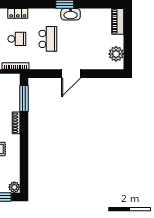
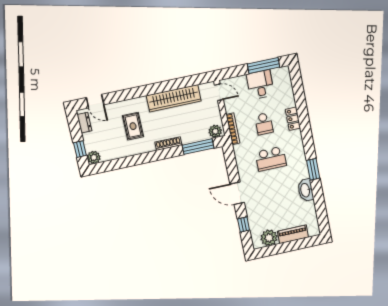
washbasin: (71, 14) -> (306, 190), moved
piano: (118, 21) -> (293, 234), moved
window: (100, 74) -> (244, 225), added
plant: (14, 81) -> (215, 131), added

